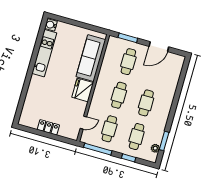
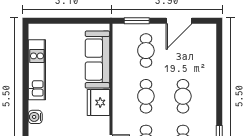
water cooler: (51, 25) -> (35, 117), moved

